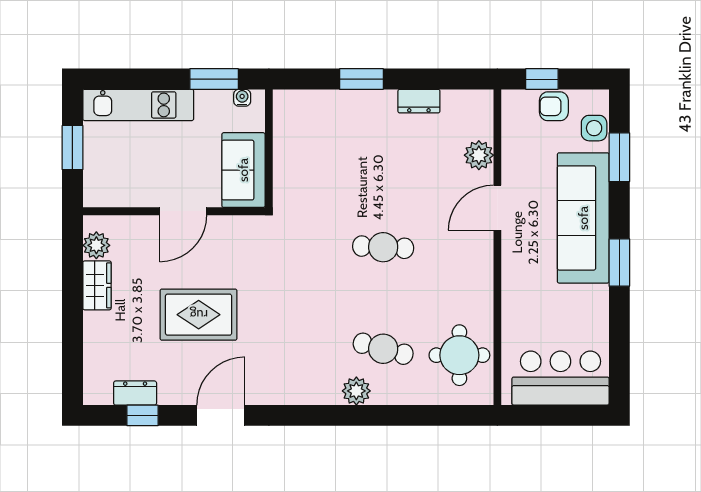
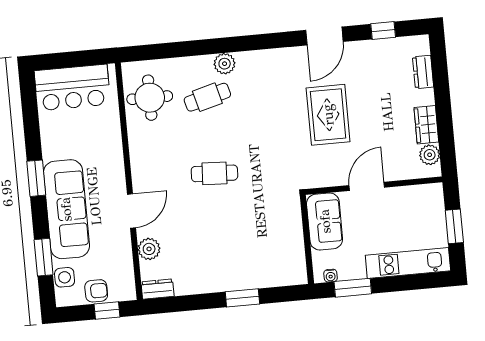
dresser: (419, 101) -> (158, 289), moved
rug: (199, 315) -> (328, 115), moved, turned 90
cafe table: (383, 349) -> (207, 97), turned -30
dresser: (135, 393) -> (423, 72), moved, turned 90

